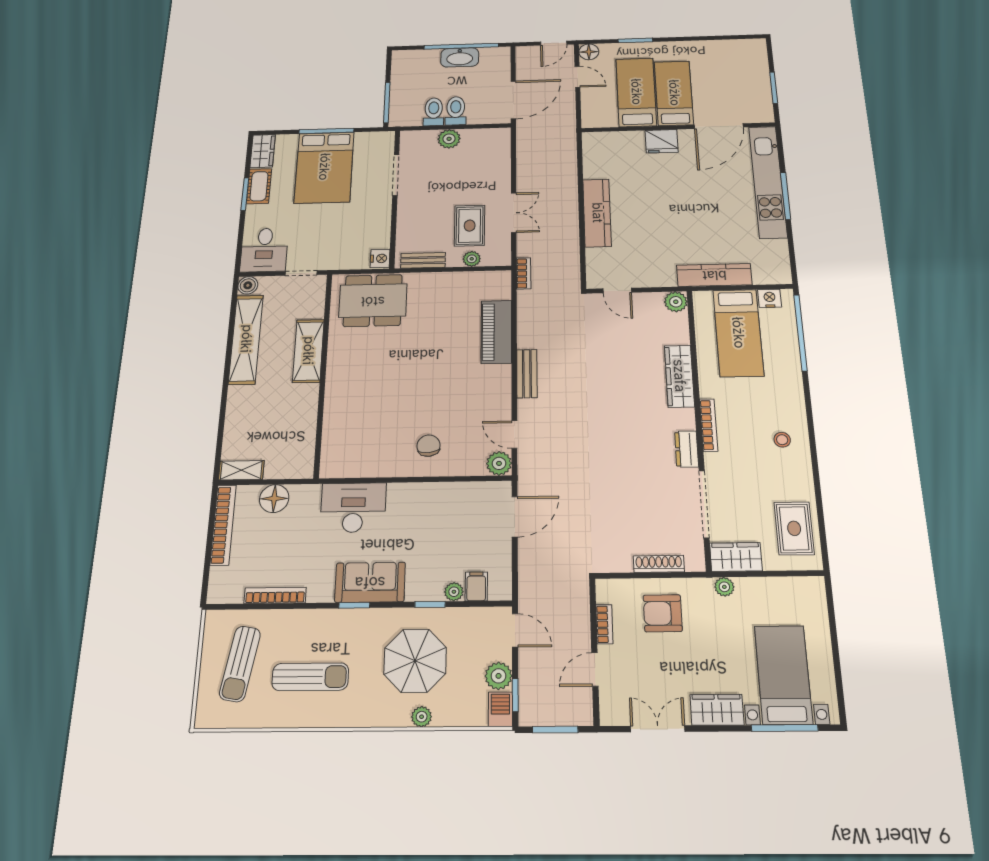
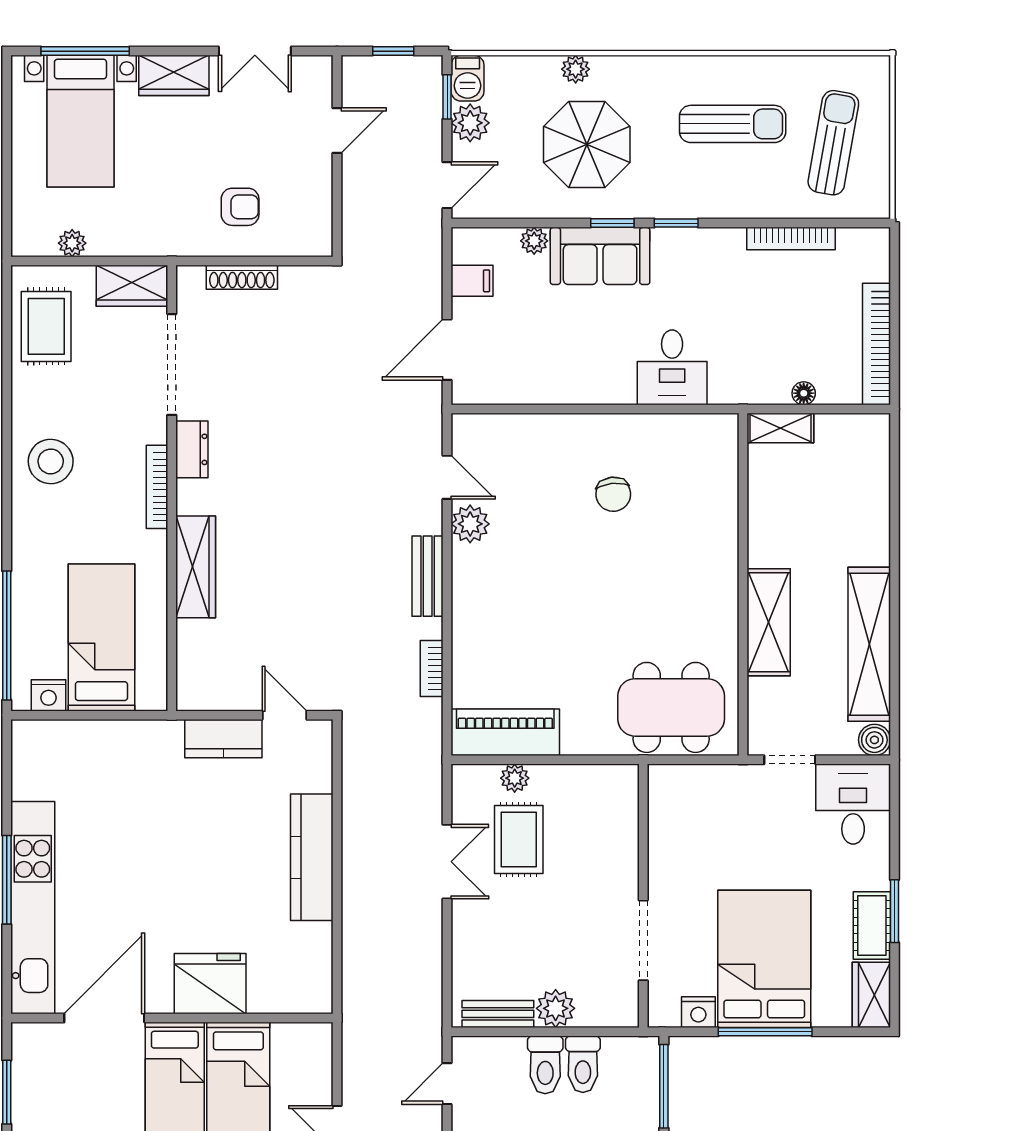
door: (513, 100) -> (447, 1084), width x0.53
fridge: (662, 141) -> (210, 984), width x1.36, depth x1.34
double door: (514, 213) -> (447, 862), swing flipped
nightstand: (380, 258) -> (698, 1012), moved, turned -90
bench: (423, 260) -> (498, 1014), moved
bookcase: (524, 273) -> (432, 668), moved
kitchen counter: (714, 275) -> (223, 739), moved, width x0.67
plant: (676, 302) -> (194, 693), removed
piano: (496, 332) -> (505, 732), moved, turned -90
stool: (782, 440) -> (51, 461), width x1.89, depth x1.89
chair: (429, 446) -> (613, 494), moved
plant: (499, 463) -> (470, 524), moved
shelving: (241, 470) -> (780, 428), moved
floor lamp: (274, 499) -> (804, 393), width x0.53, depth x0.53
desk: (353, 508) -> (672, 367), width x0.73
sofa: (370, 582) -> (600, 256), moved
filing cabinet: (476, 586) -> (472, 281), moved, turned -90
plant: (724, 587) -> (72, 243), moved
window: (430, 604) -> (612, 223), moved
armchair: (663, 613) -> (240, 207), width x0.72, depth x0.72
bookcase: (604, 624) -> (322, 192), removed
door: (515, 630) -> (447, 185), swing flipped
sun lounger: (310, 677) -> (733, 124), turned 180
window: (555, 730) -> (393, 51), width x0.67

